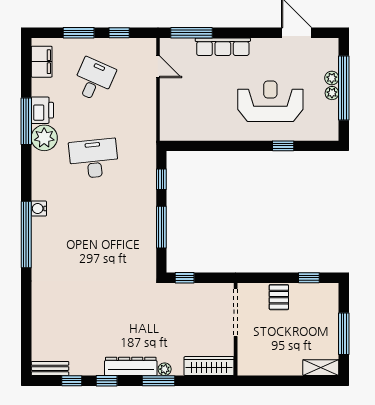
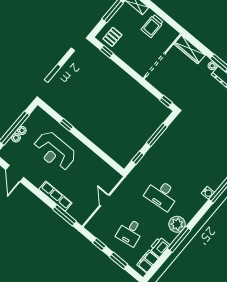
door: (158, 67) -> (105, 200), moved
desk: (94, 80) -> (130, 232), turned -33
printer: (42, 110) -> (160, 247), moved
pallet: (279, 297) -> (112, 37), moved
trolley: (279, 356) -> (152, 26), added

